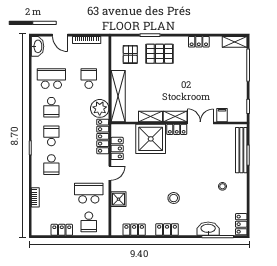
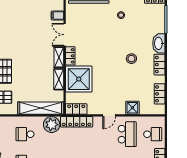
locker: (117, 148) -> (76, 109), moved
door: (110, 173) -> (109, 115), swing flipped
school desk: (89, 193) -> (127, 134), turned 180
washbasin: (208, 229) -> (159, 43), moved

